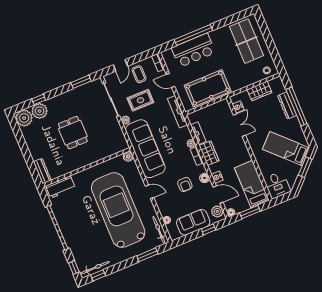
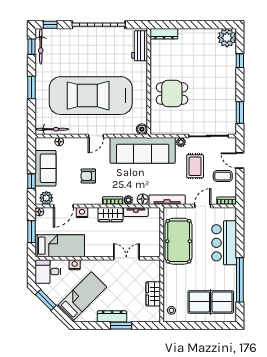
window: (193, 35) -> (240, 280), moved
dresser: (287, 105) -> (112, 316), moved
nightstand: (238, 107) -> (75, 265), moved
window: (296, 107) -> (121, 326), width x0.47
plant: (40, 111) -> (228, 57), removed
double door: (239, 125) -> (126, 258), swing flipped
dining table: (73, 133) -> (172, 94), moved
window: (305, 167) -> (46, 300), moved
floor lamp: (205, 178) -> (143, 199), moved
car: (118, 210) -> (91, 96), turned 180
window: (147, 255) -> (32, 88), moved

